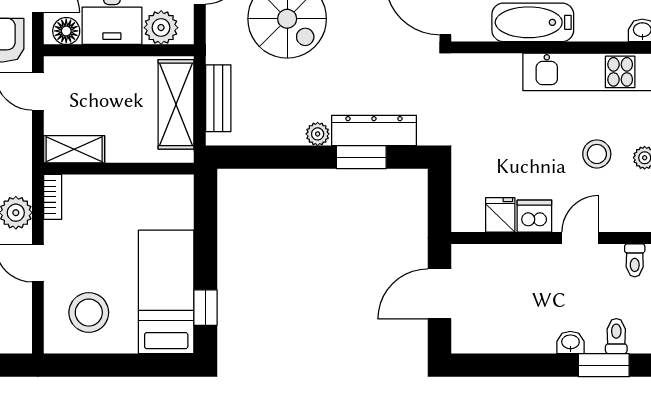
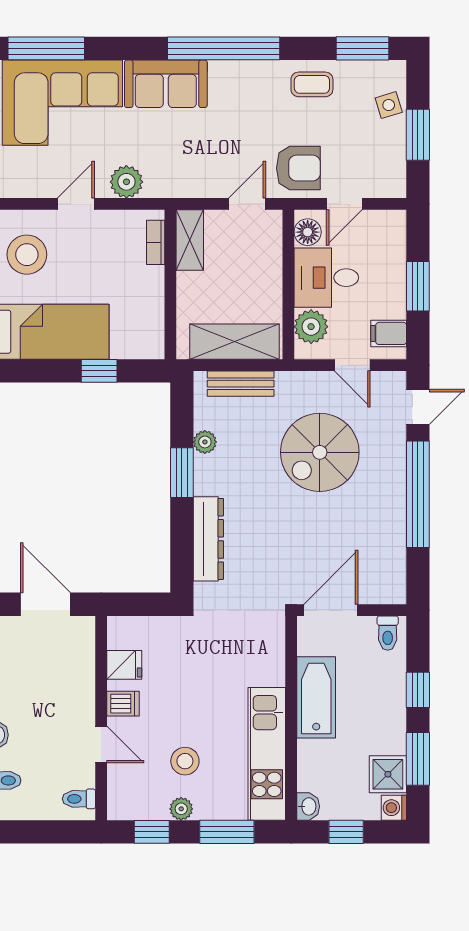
plant: (318, 134) -> (205, 442), moved
window: (361, 157) -> (182, 473), moved
bookcase: (53, 197) -> (156, 242), moved, turned 90
dishwasher: (534, 216) -> (123, 704), width x0.73
window: (206, 308) -> (99, 371), moved

